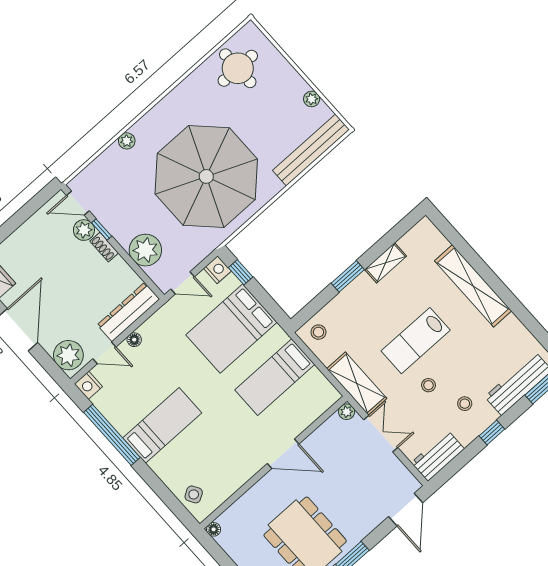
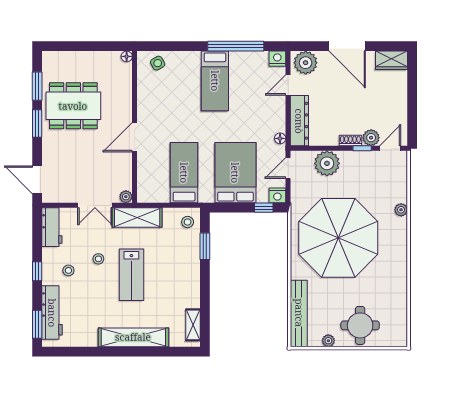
round table: (238, 68) -> (360, 325), moved
shelving: (386, 263) -> (193, 325), moved
window: (348, 276) -> (205, 246), moved
floor lamp: (134, 340) -> (280, 138), moved
lab bench: (416, 341) -> (131, 275), turned 180

